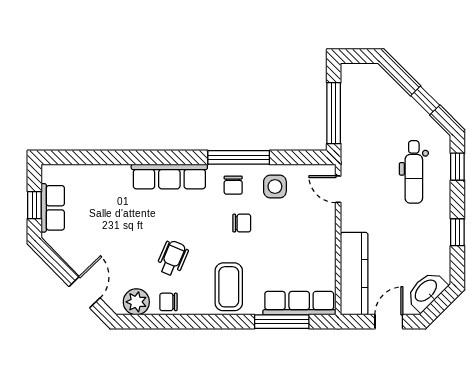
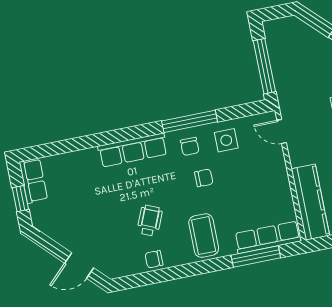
row of seats: (53, 208) -> (33, 181), moved
door: (84, 292) -> (79, 266), swing flipped
plant: (136, 302) -> (126, 265), removed

